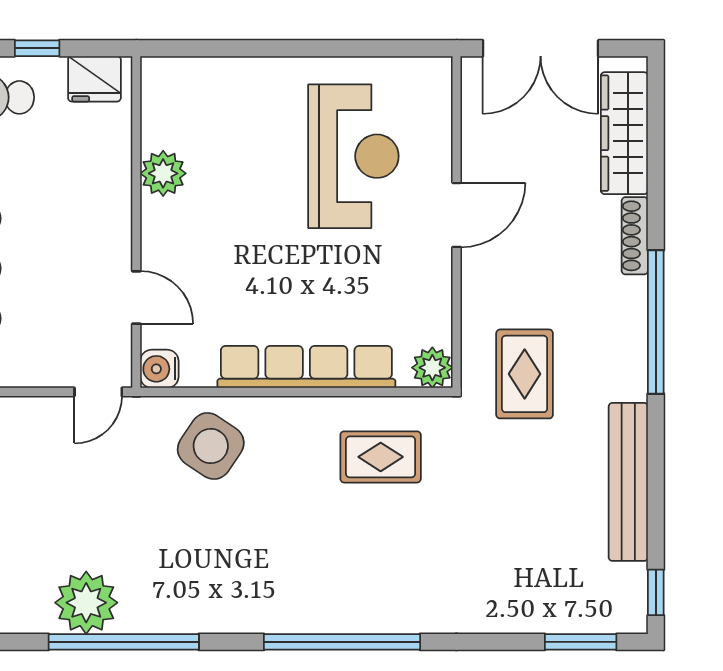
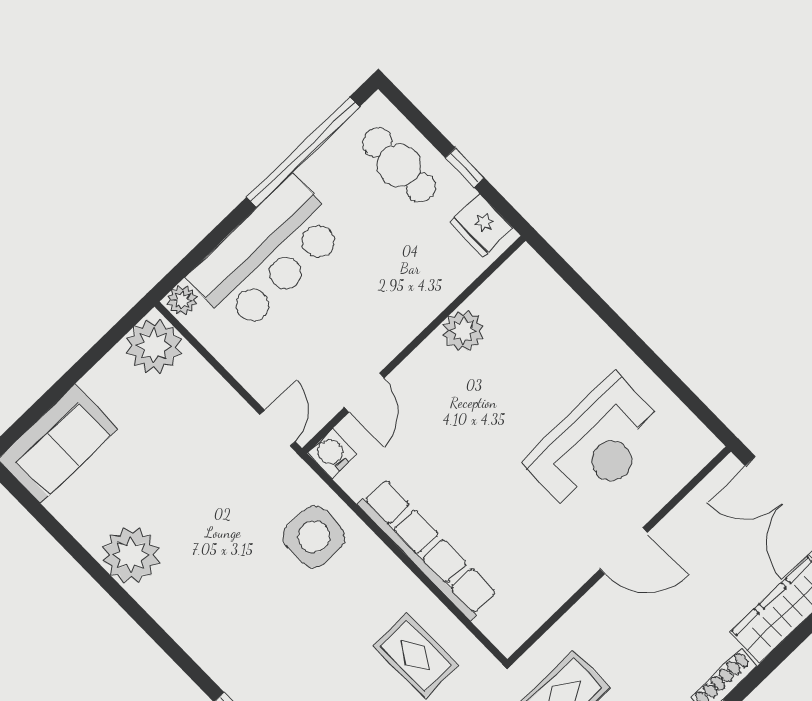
plant: (432, 368) -> (508, 633), removed
door: (98, 392) -> (278, 428), swing flipped
side table: (211, 446) -> (314, 537), turned -34
window: (124, 642) -> (129, 605), removed

